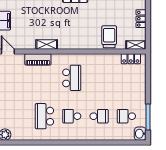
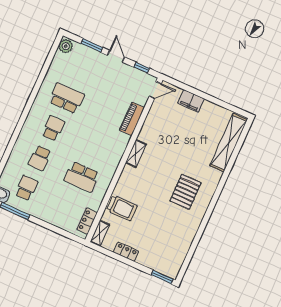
shelving: (47, 45) -> (136, 154), moved
school desk: (72, 78) -> (82, 177), moved

